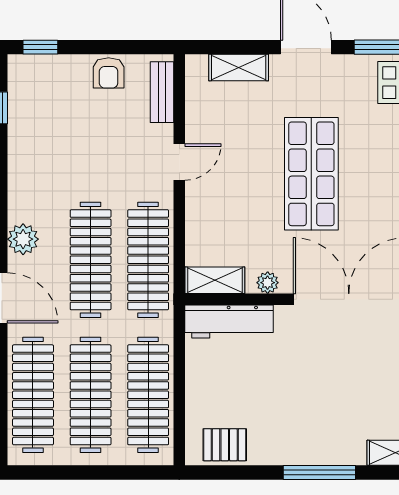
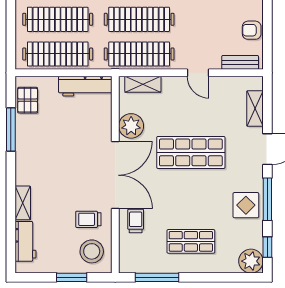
shelving: (215, 280) -> (143, 84), moved, turned 90
plant: (268, 283) -> (131, 126), width x1.87, depth x1.87
workbench: (229, 321) -> (85, 86), moved, turned -90
window: (319, 472) -> (11, 129), moved

